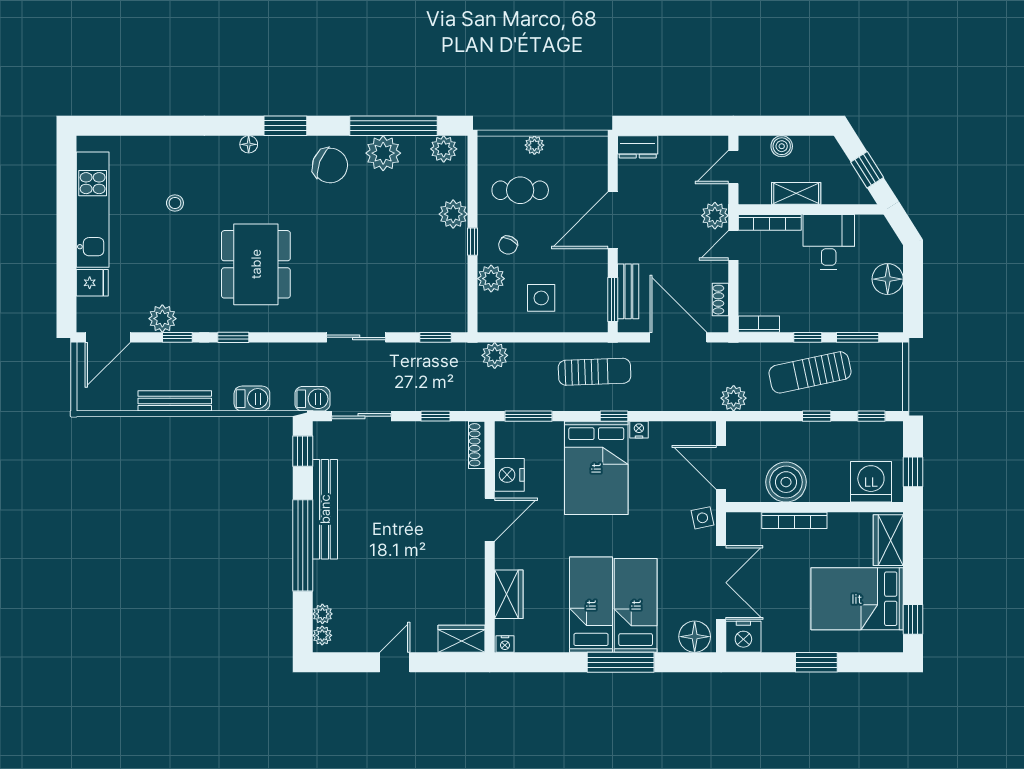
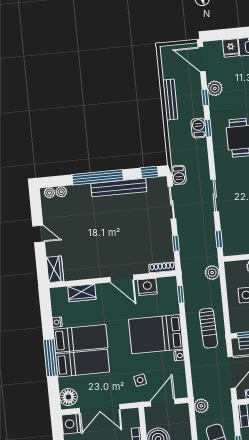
barbecue: (252, 399) -> (199, 128), moved, turned 180
window: (529, 416) -> (181, 294), width x0.67
window: (614, 416) -> (185, 341), removed
side table: (702, 518) -> (140, 380), moved
nightstand: (505, 644) -> (57, 322), moved

